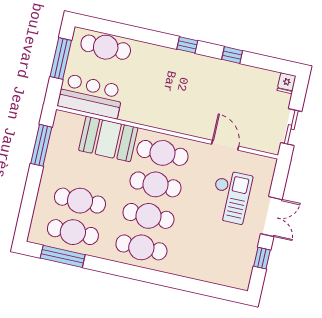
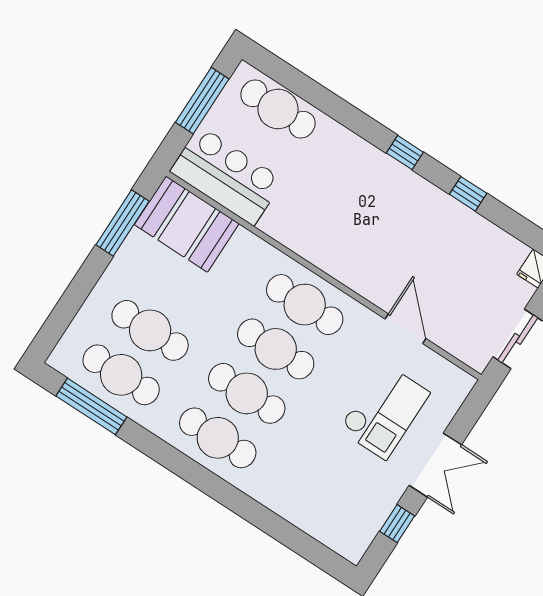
booth: (108, 139) -> (187, 224), moved

